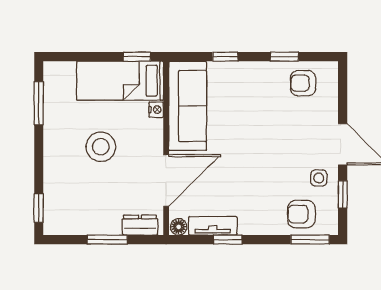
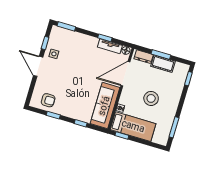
armchair: (301, 214) -> (67, 40), removed
cot: (98, 223) -> (163, 64), added

